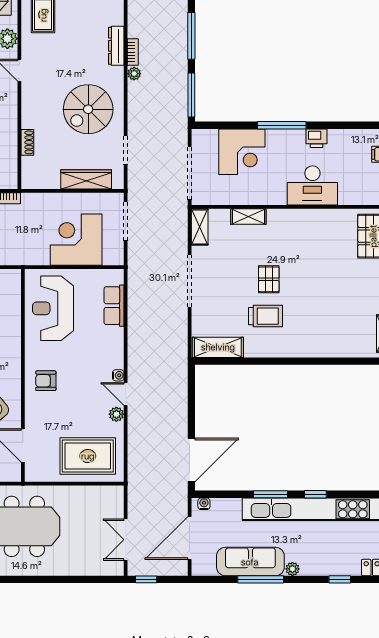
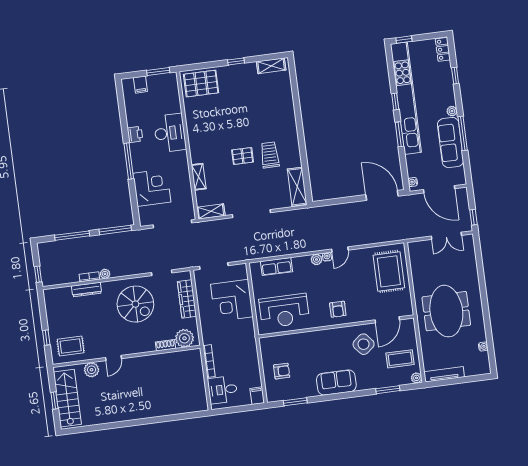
plant: (33, 169) -> (184, 338), added
plant: (116, 414) -> (316, 259), moved

